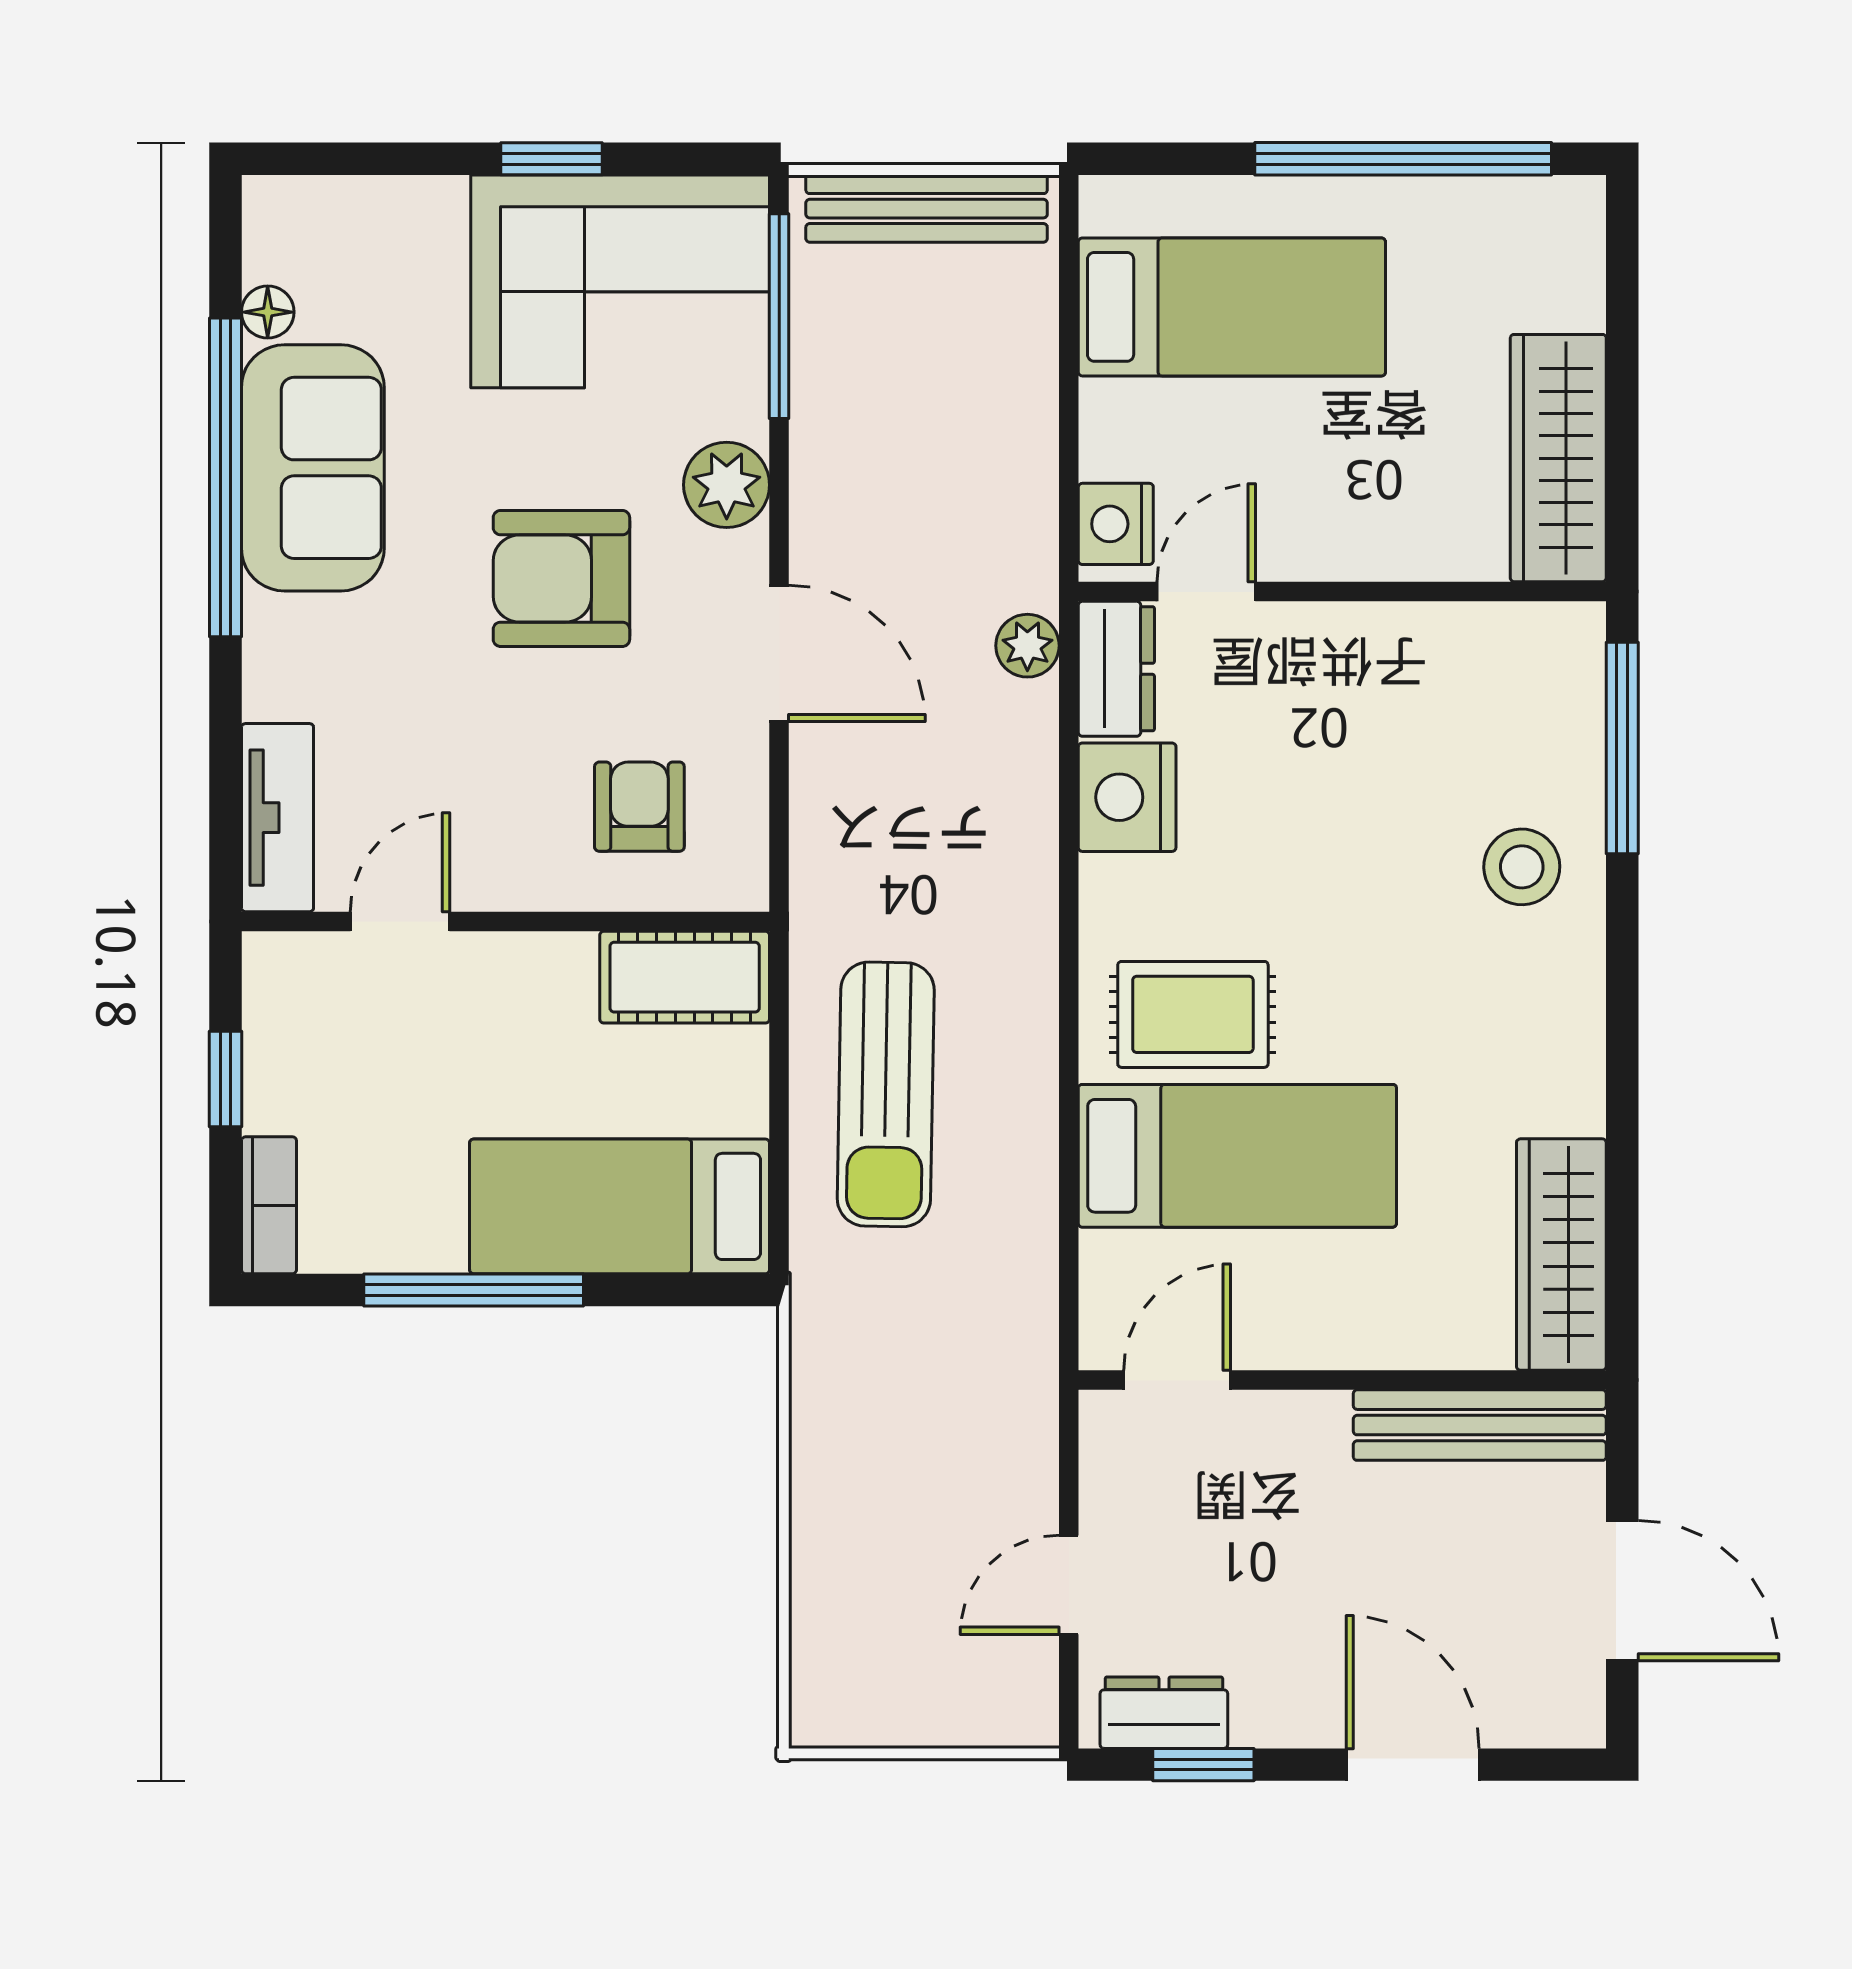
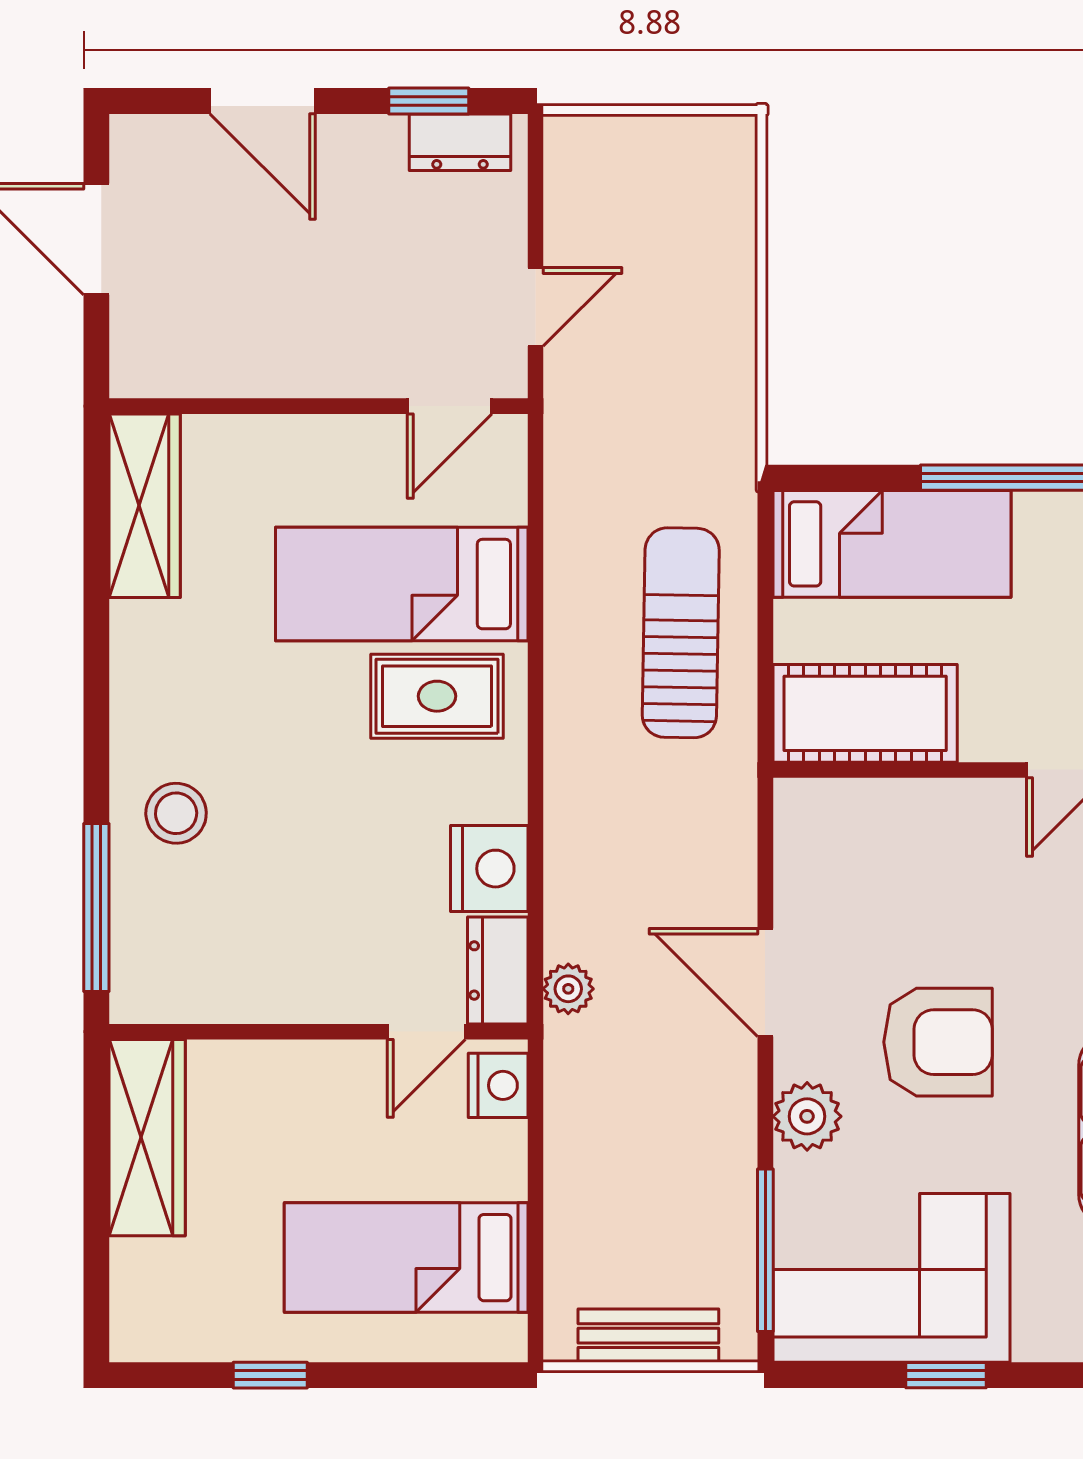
window: (1403, 159) -> (270, 1375), width x0.32
bench: (927, 209) -> (648, 1336), width x0.73
armchair: (639, 807) -> (876, 861), removed
cot: (685, 977) -> (865, 713), width x1.37, depth x1.34
bench: (1480, 1425) -> (209, 370), removed
door: (1069, 1585) -> (536, 307), moved

